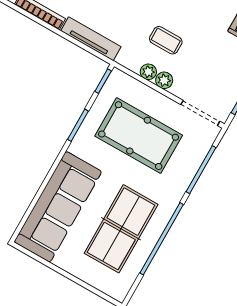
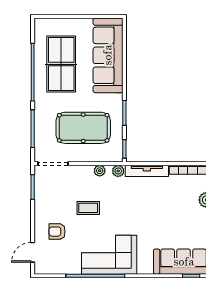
coffee table: (166, 40) -> (88, 208), moved
plant: (164, 80) -> (118, 171), moved

